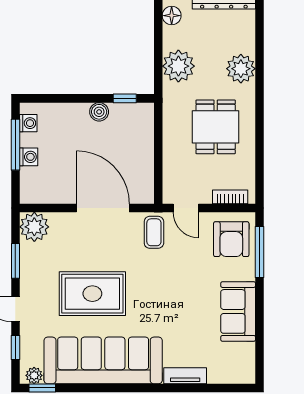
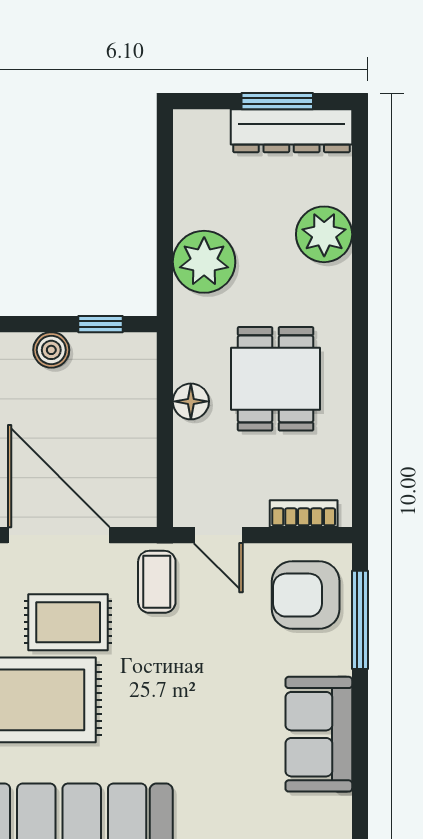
floor lamp: (172, 16) -> (191, 401), moved
plant: (241, 69) -> (324, 234), moved
armchair: (231, 239) -> (306, 595), turned 90
rug: (108, 253) -> (68, 622), added

